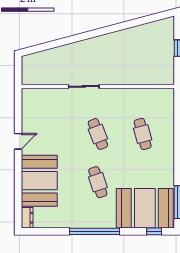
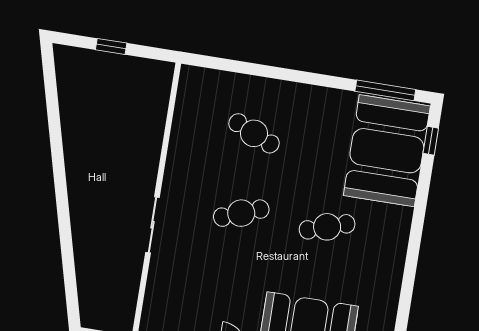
cafe table: (143, 134) -> (254, 133), turned 39
window: (95, 231) -> (414, 247), removed

